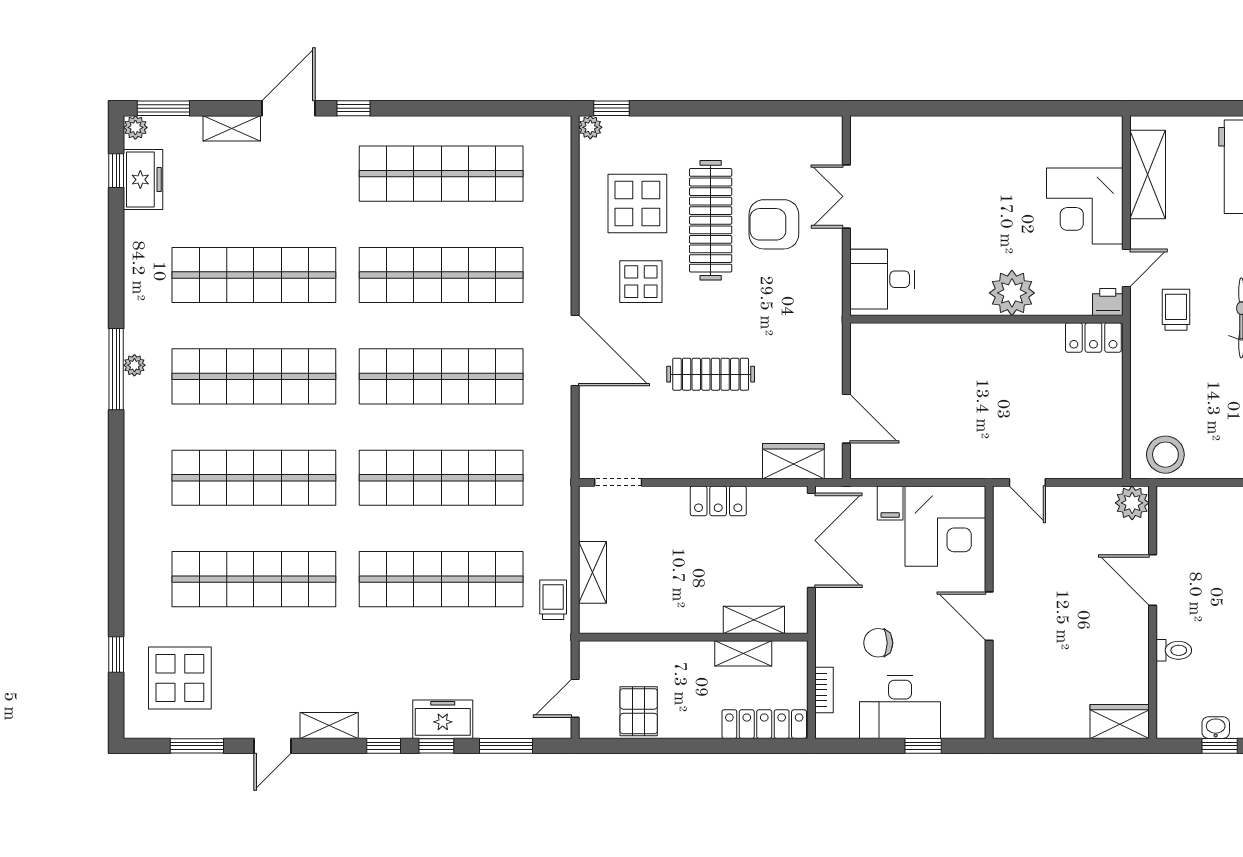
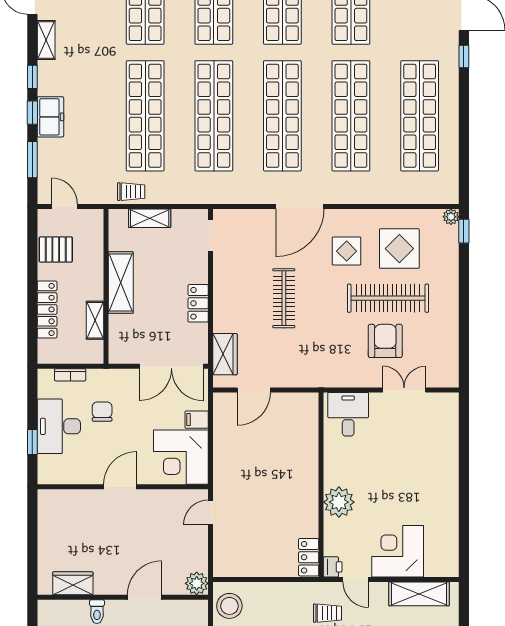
shelving: (754, 620) -> (121, 283), moved, width x1.50, depth x1.33
wardrobe: (1120, 721) -> (73, 583), moved, turned -90
locker: (764, 724) -> (47, 309), moved

